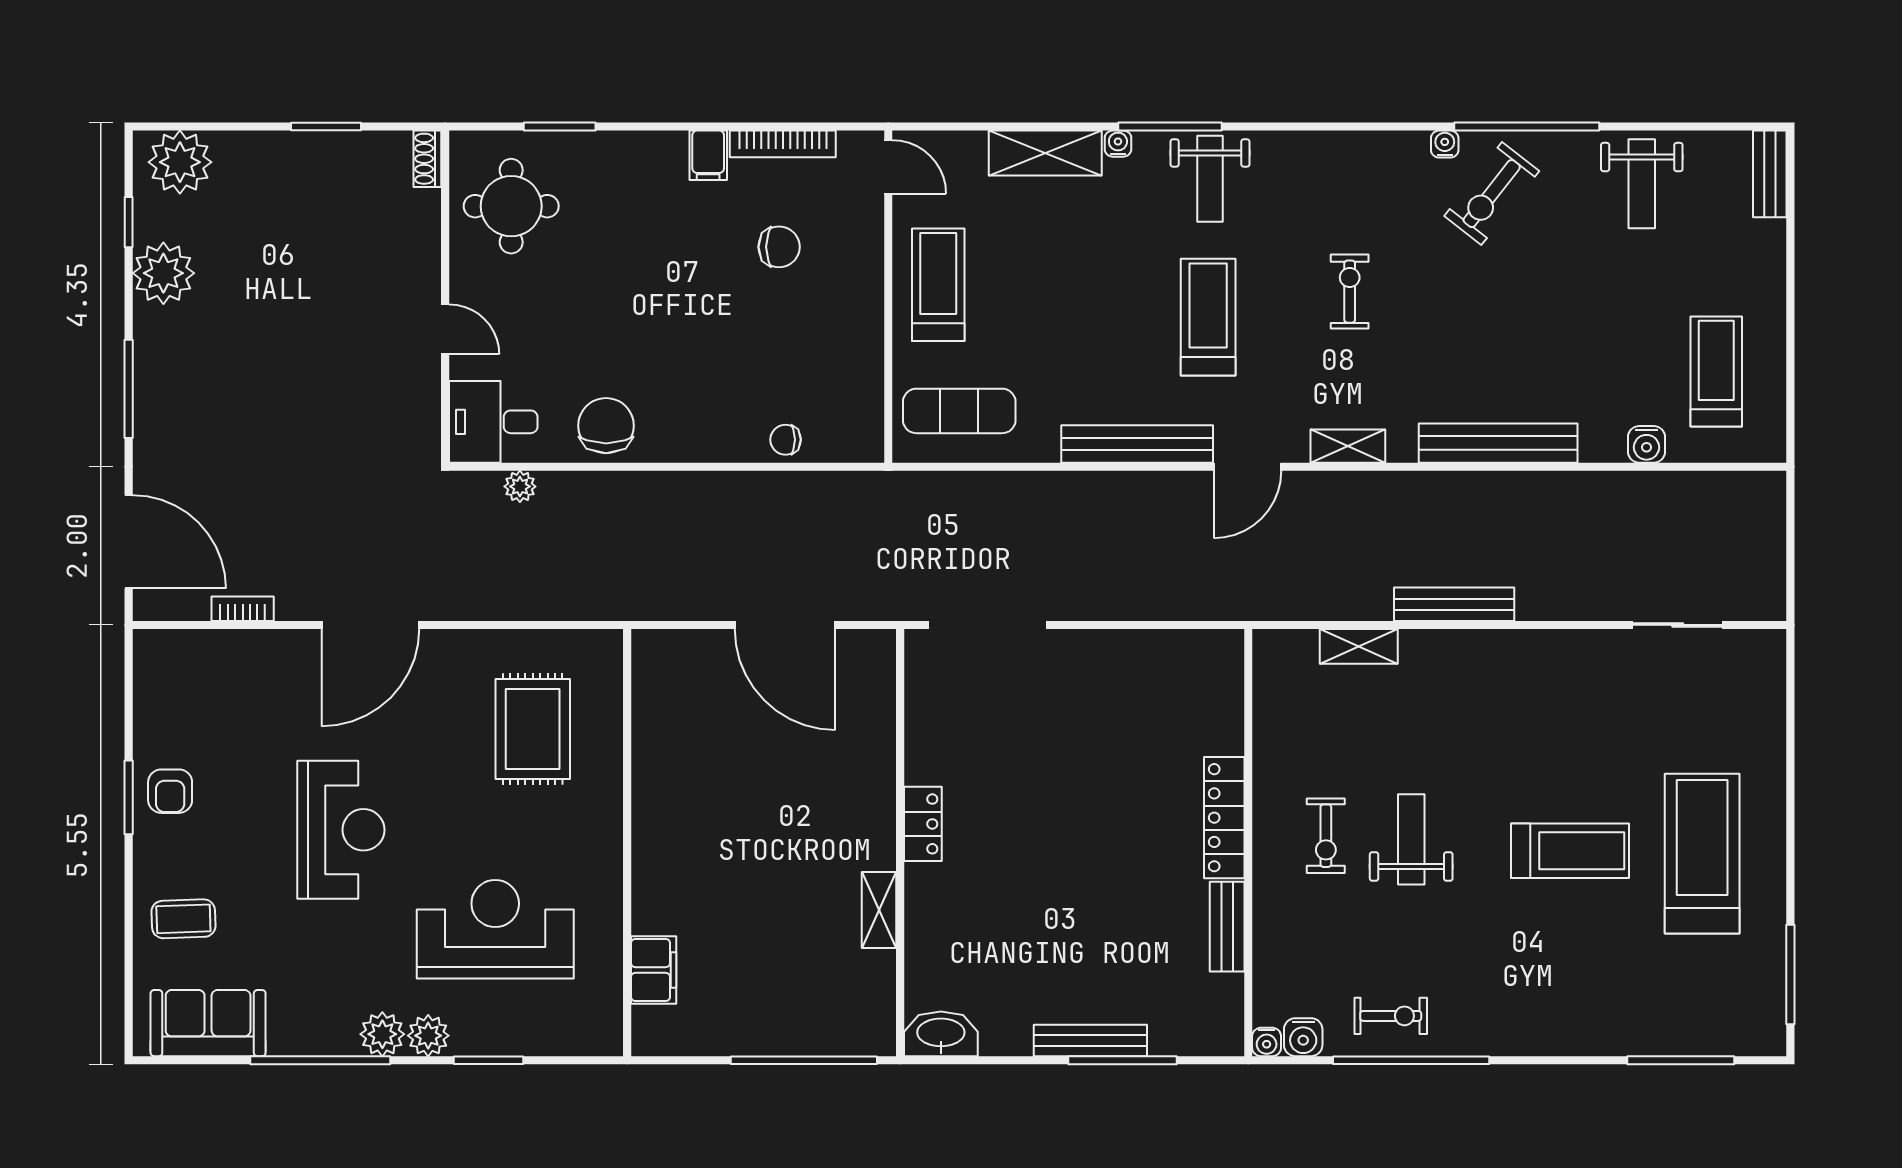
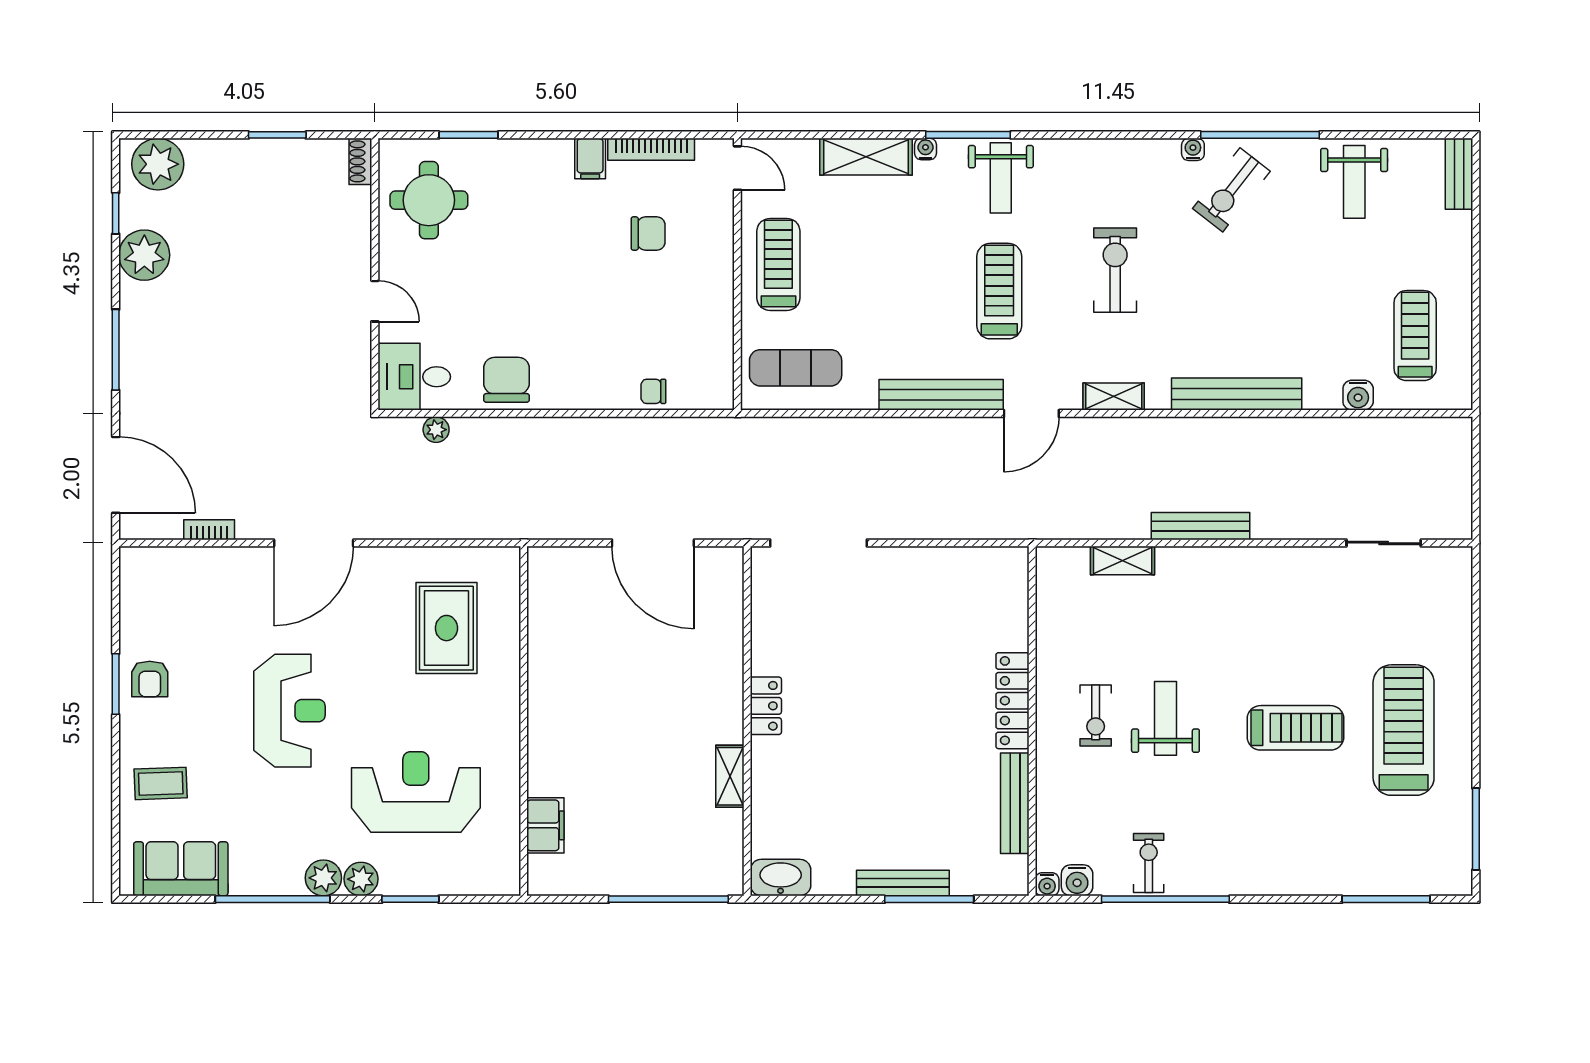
exercise bike: (1350, 292) -> (1115, 270), width x1.38, depth x1.39
bench: (1227, 927) -> (1015, 803), width x1.36
exercise bike: (1391, 1016) -> (1149, 863), turned -90

